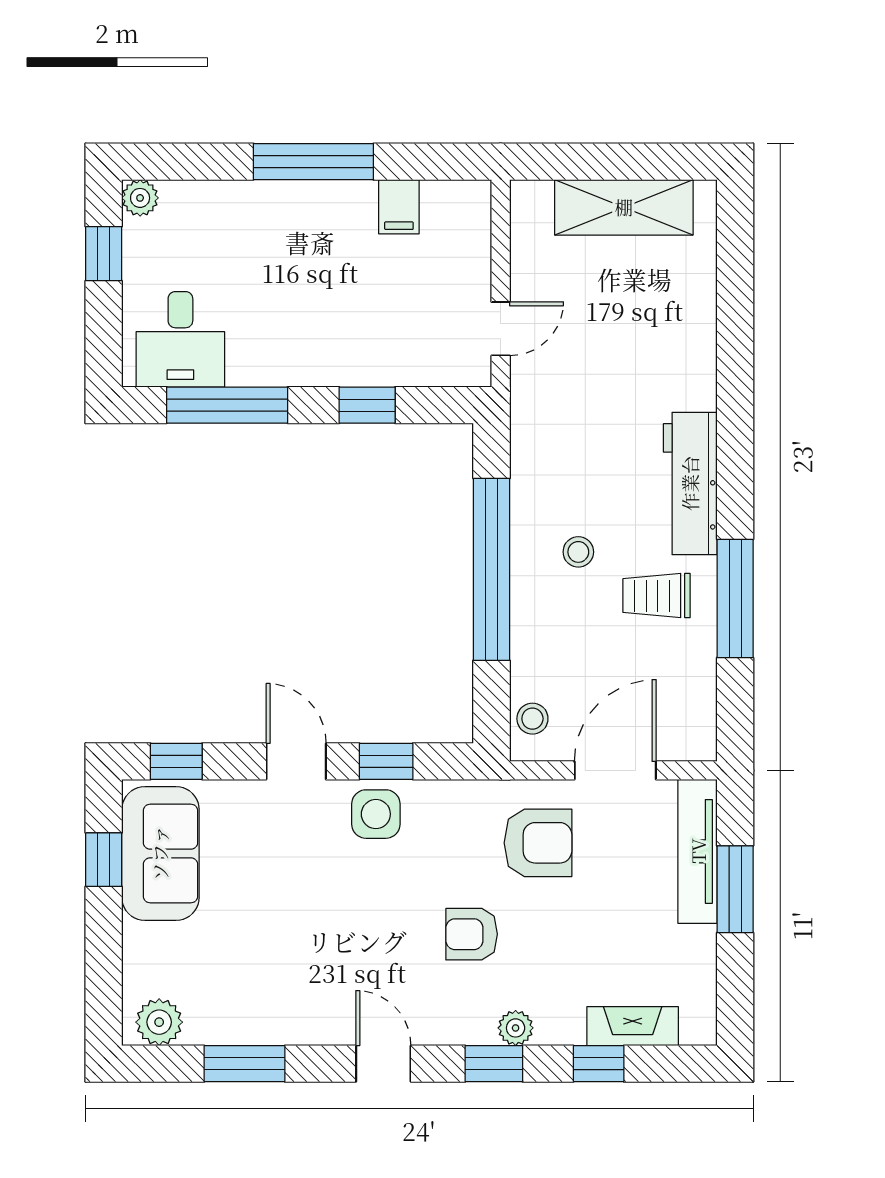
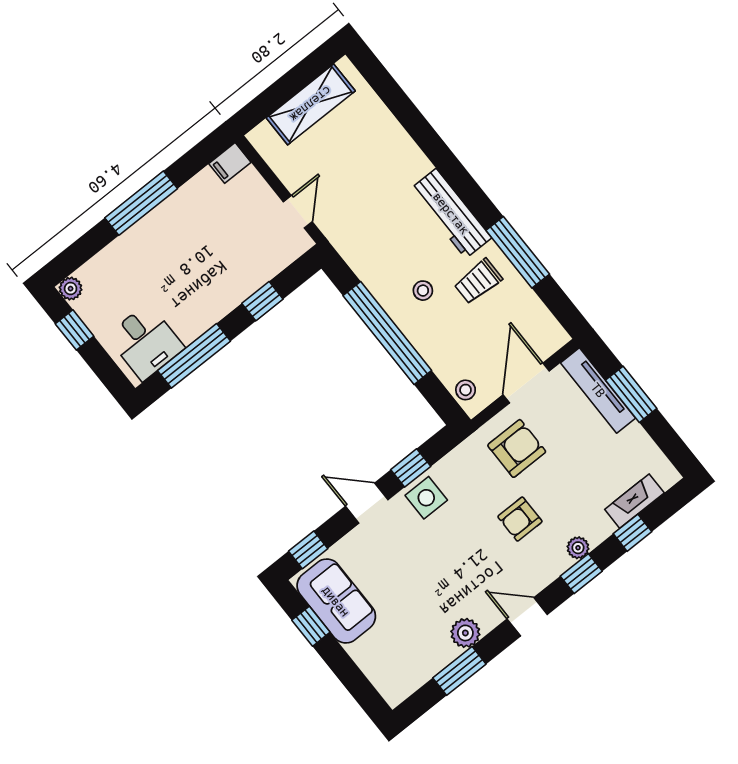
filing cabinet: (399, 207) -> (230, 163), moved, turned 90
plant: (159, 1022) -> (465, 633), moved

